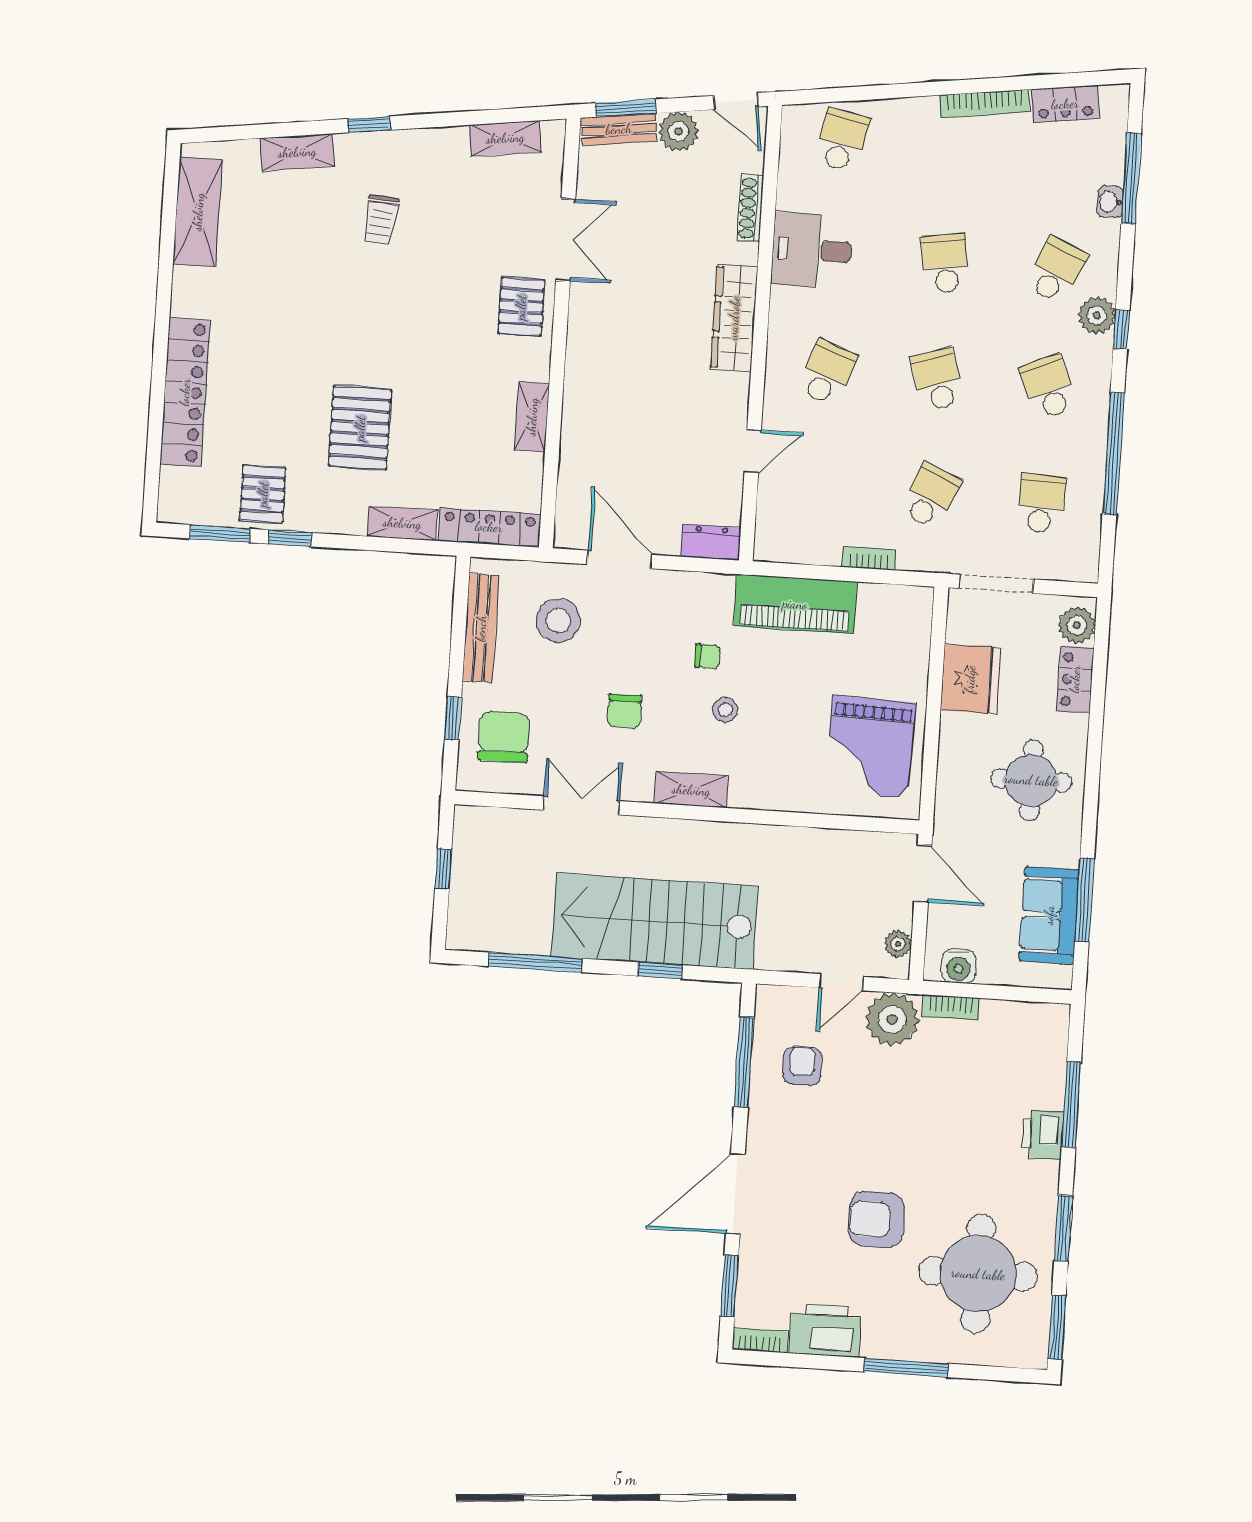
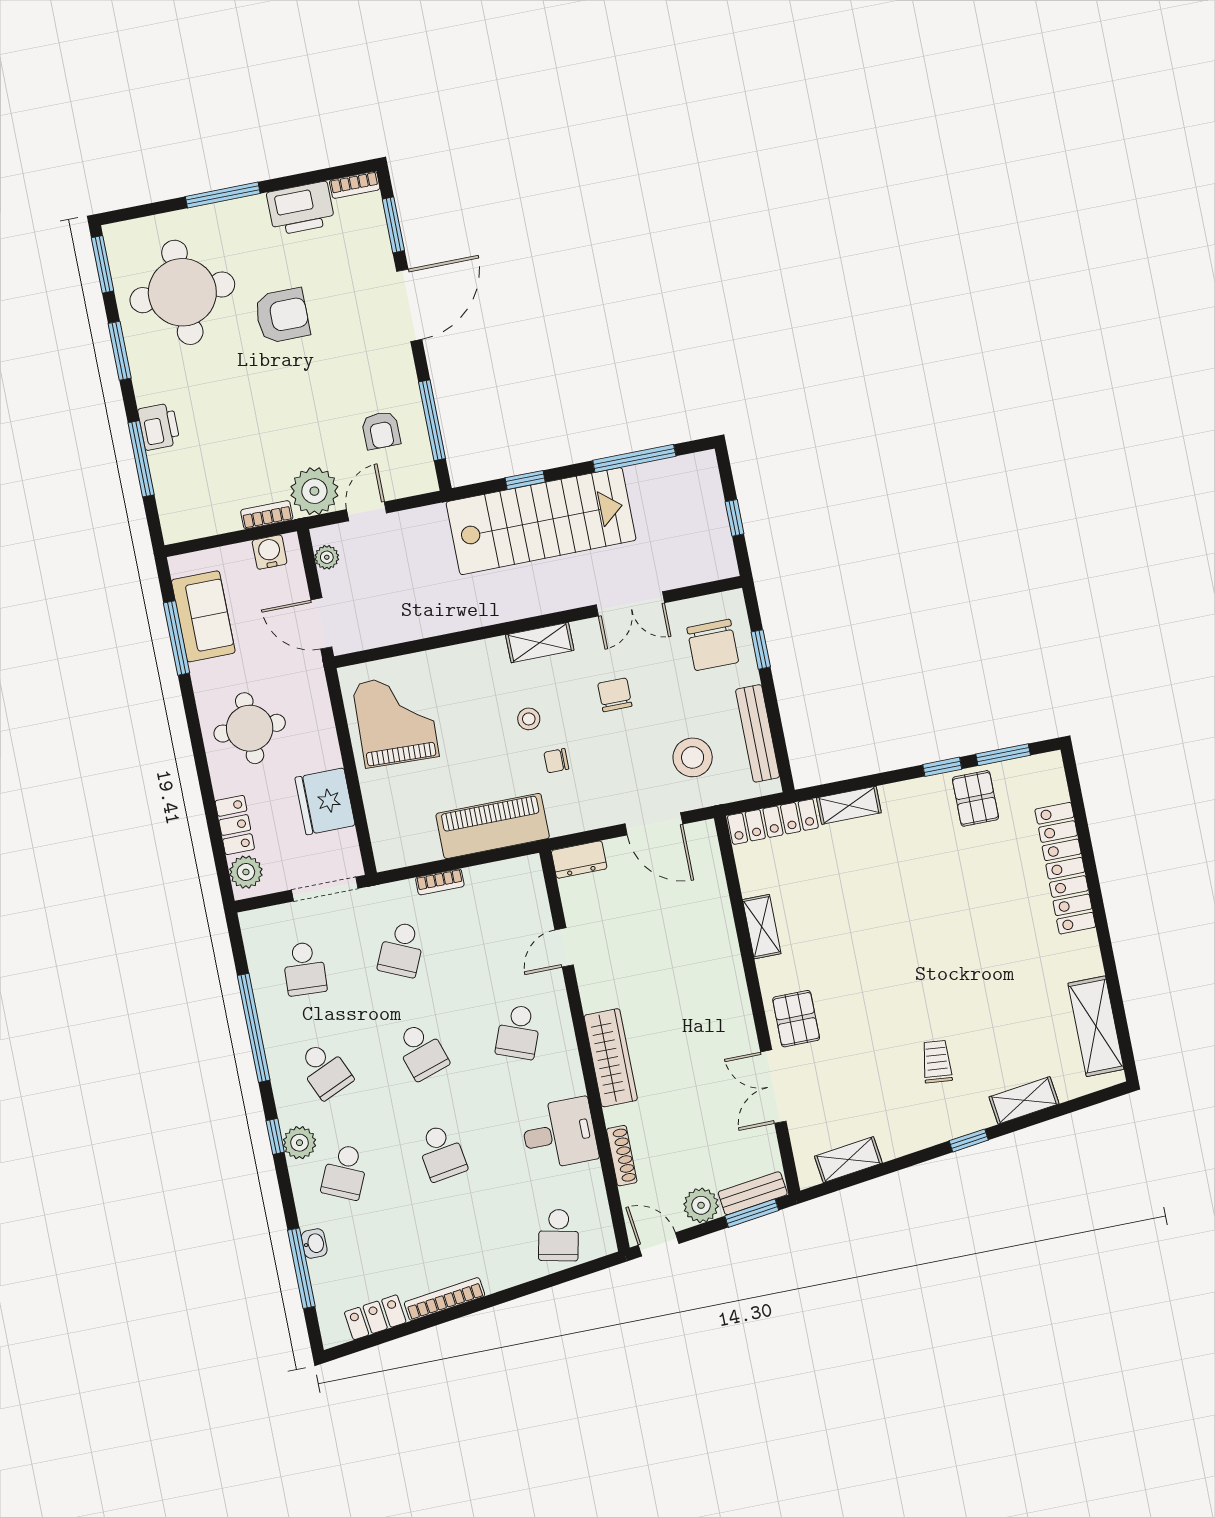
pallet: (360, 428) -> (907, 878), removed

